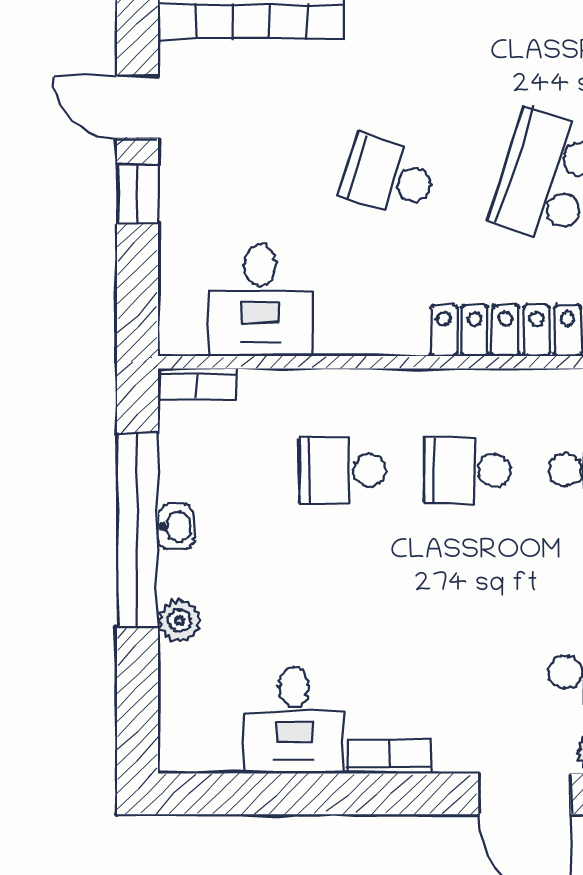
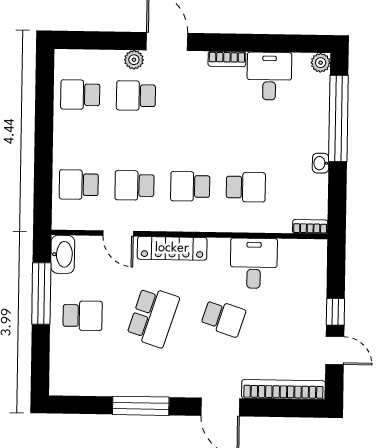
desk: (260, 300) -> (254, 263), moved
school desk: (467, 470) -> (190, 186), turned 180
window: (137, 530) -> (338, 118), moved
plant: (179, 621) -> (321, 63), moved

